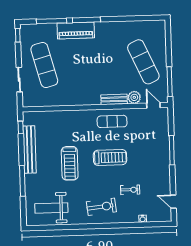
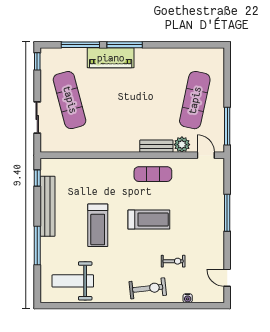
exercise mat: (143, 62) -> (195, 100), turned 36
exercise bike: (101, 207) -> (148, 288), moved

